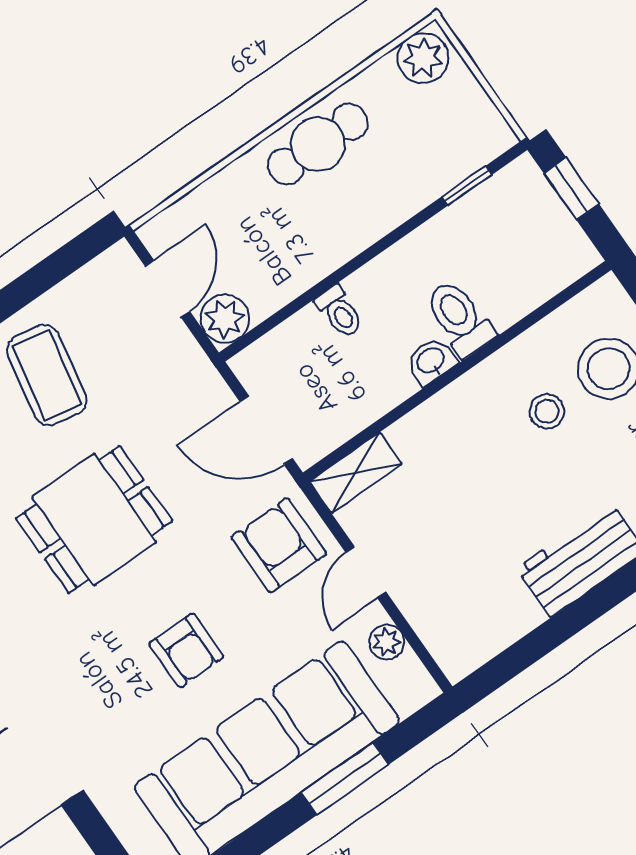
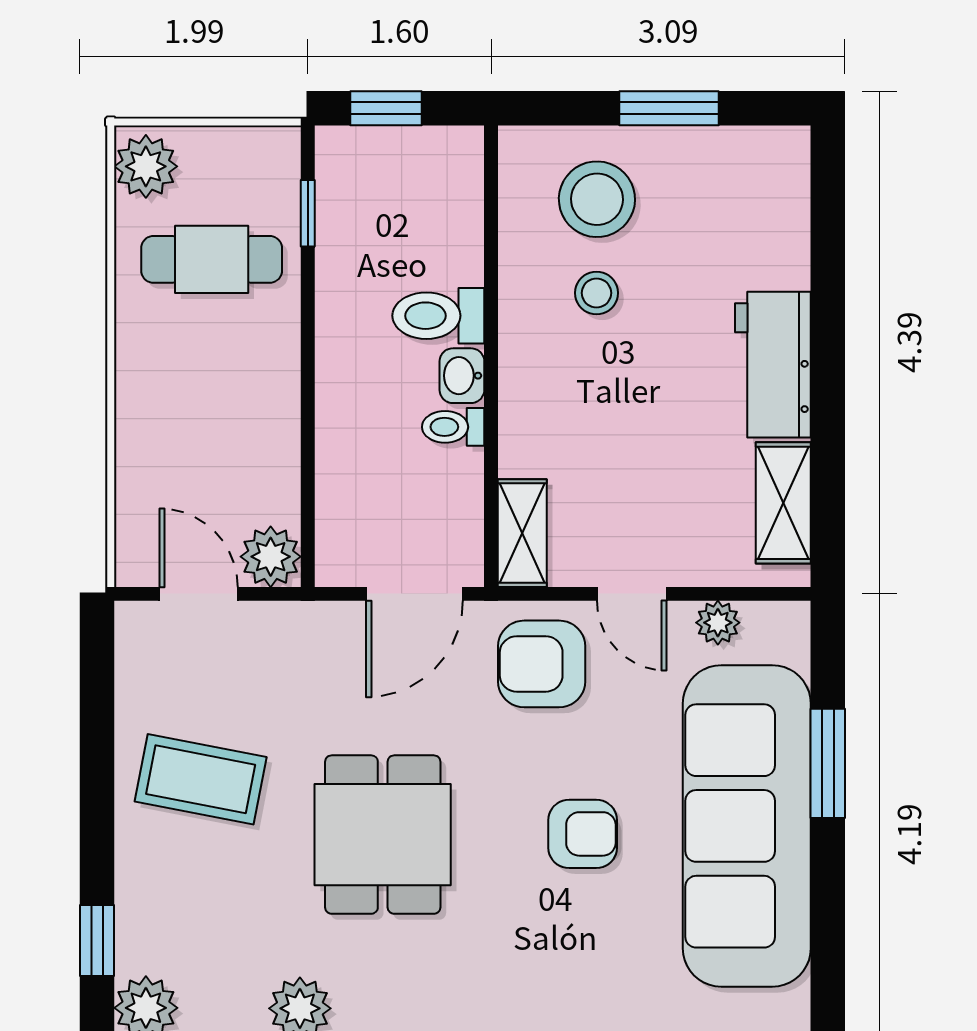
cafe table: (318, 144) -> (212, 259), moved, turned 90
toilet: (339, 312) -> (453, 427), moved, turned 180
shelving: (495, 630) -> (783, 503), added

